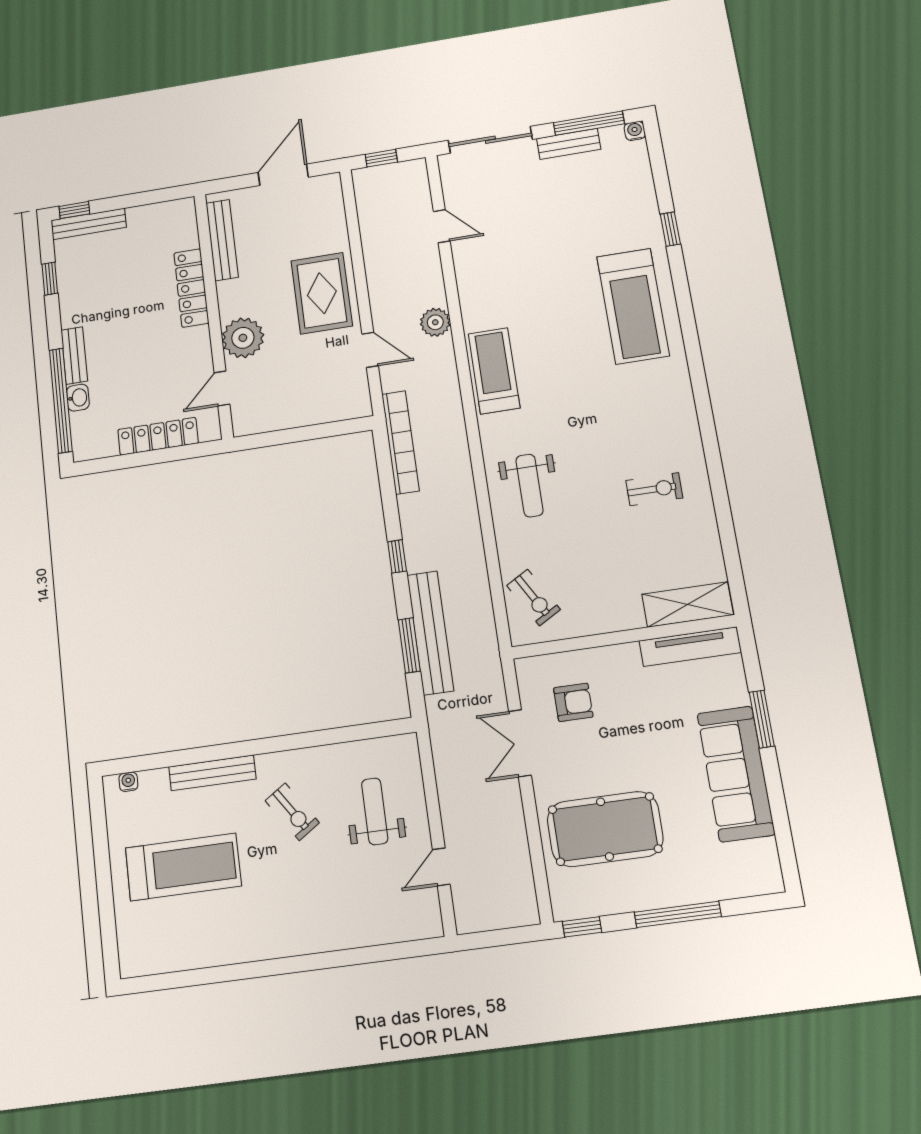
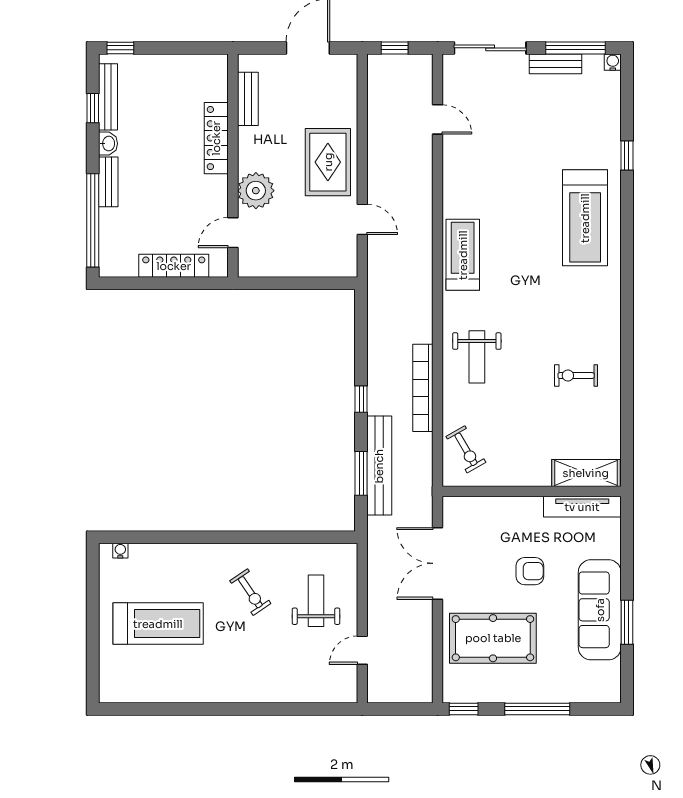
bench: (89, 224) -> (108, 97), moved, turned 90
bench: (222, 240) -> (248, 99), width x0.73
plant: (435, 322) -> (420, 204), removed
washbasin: (78, 398) -> (108, 144), moved
bookcase: (401, 442) -> (423, 388), moved, turned 180
exercise bike: (654, 489) -> (576, 376), turned 180
armchair: (573, 702) -> (530, 571), moved
window: (762, 719) -> (627, 622), moved
double door: (520, 743) -> (438, 563), width x1.37
bench: (212, 773) -> (190, 553), removed

